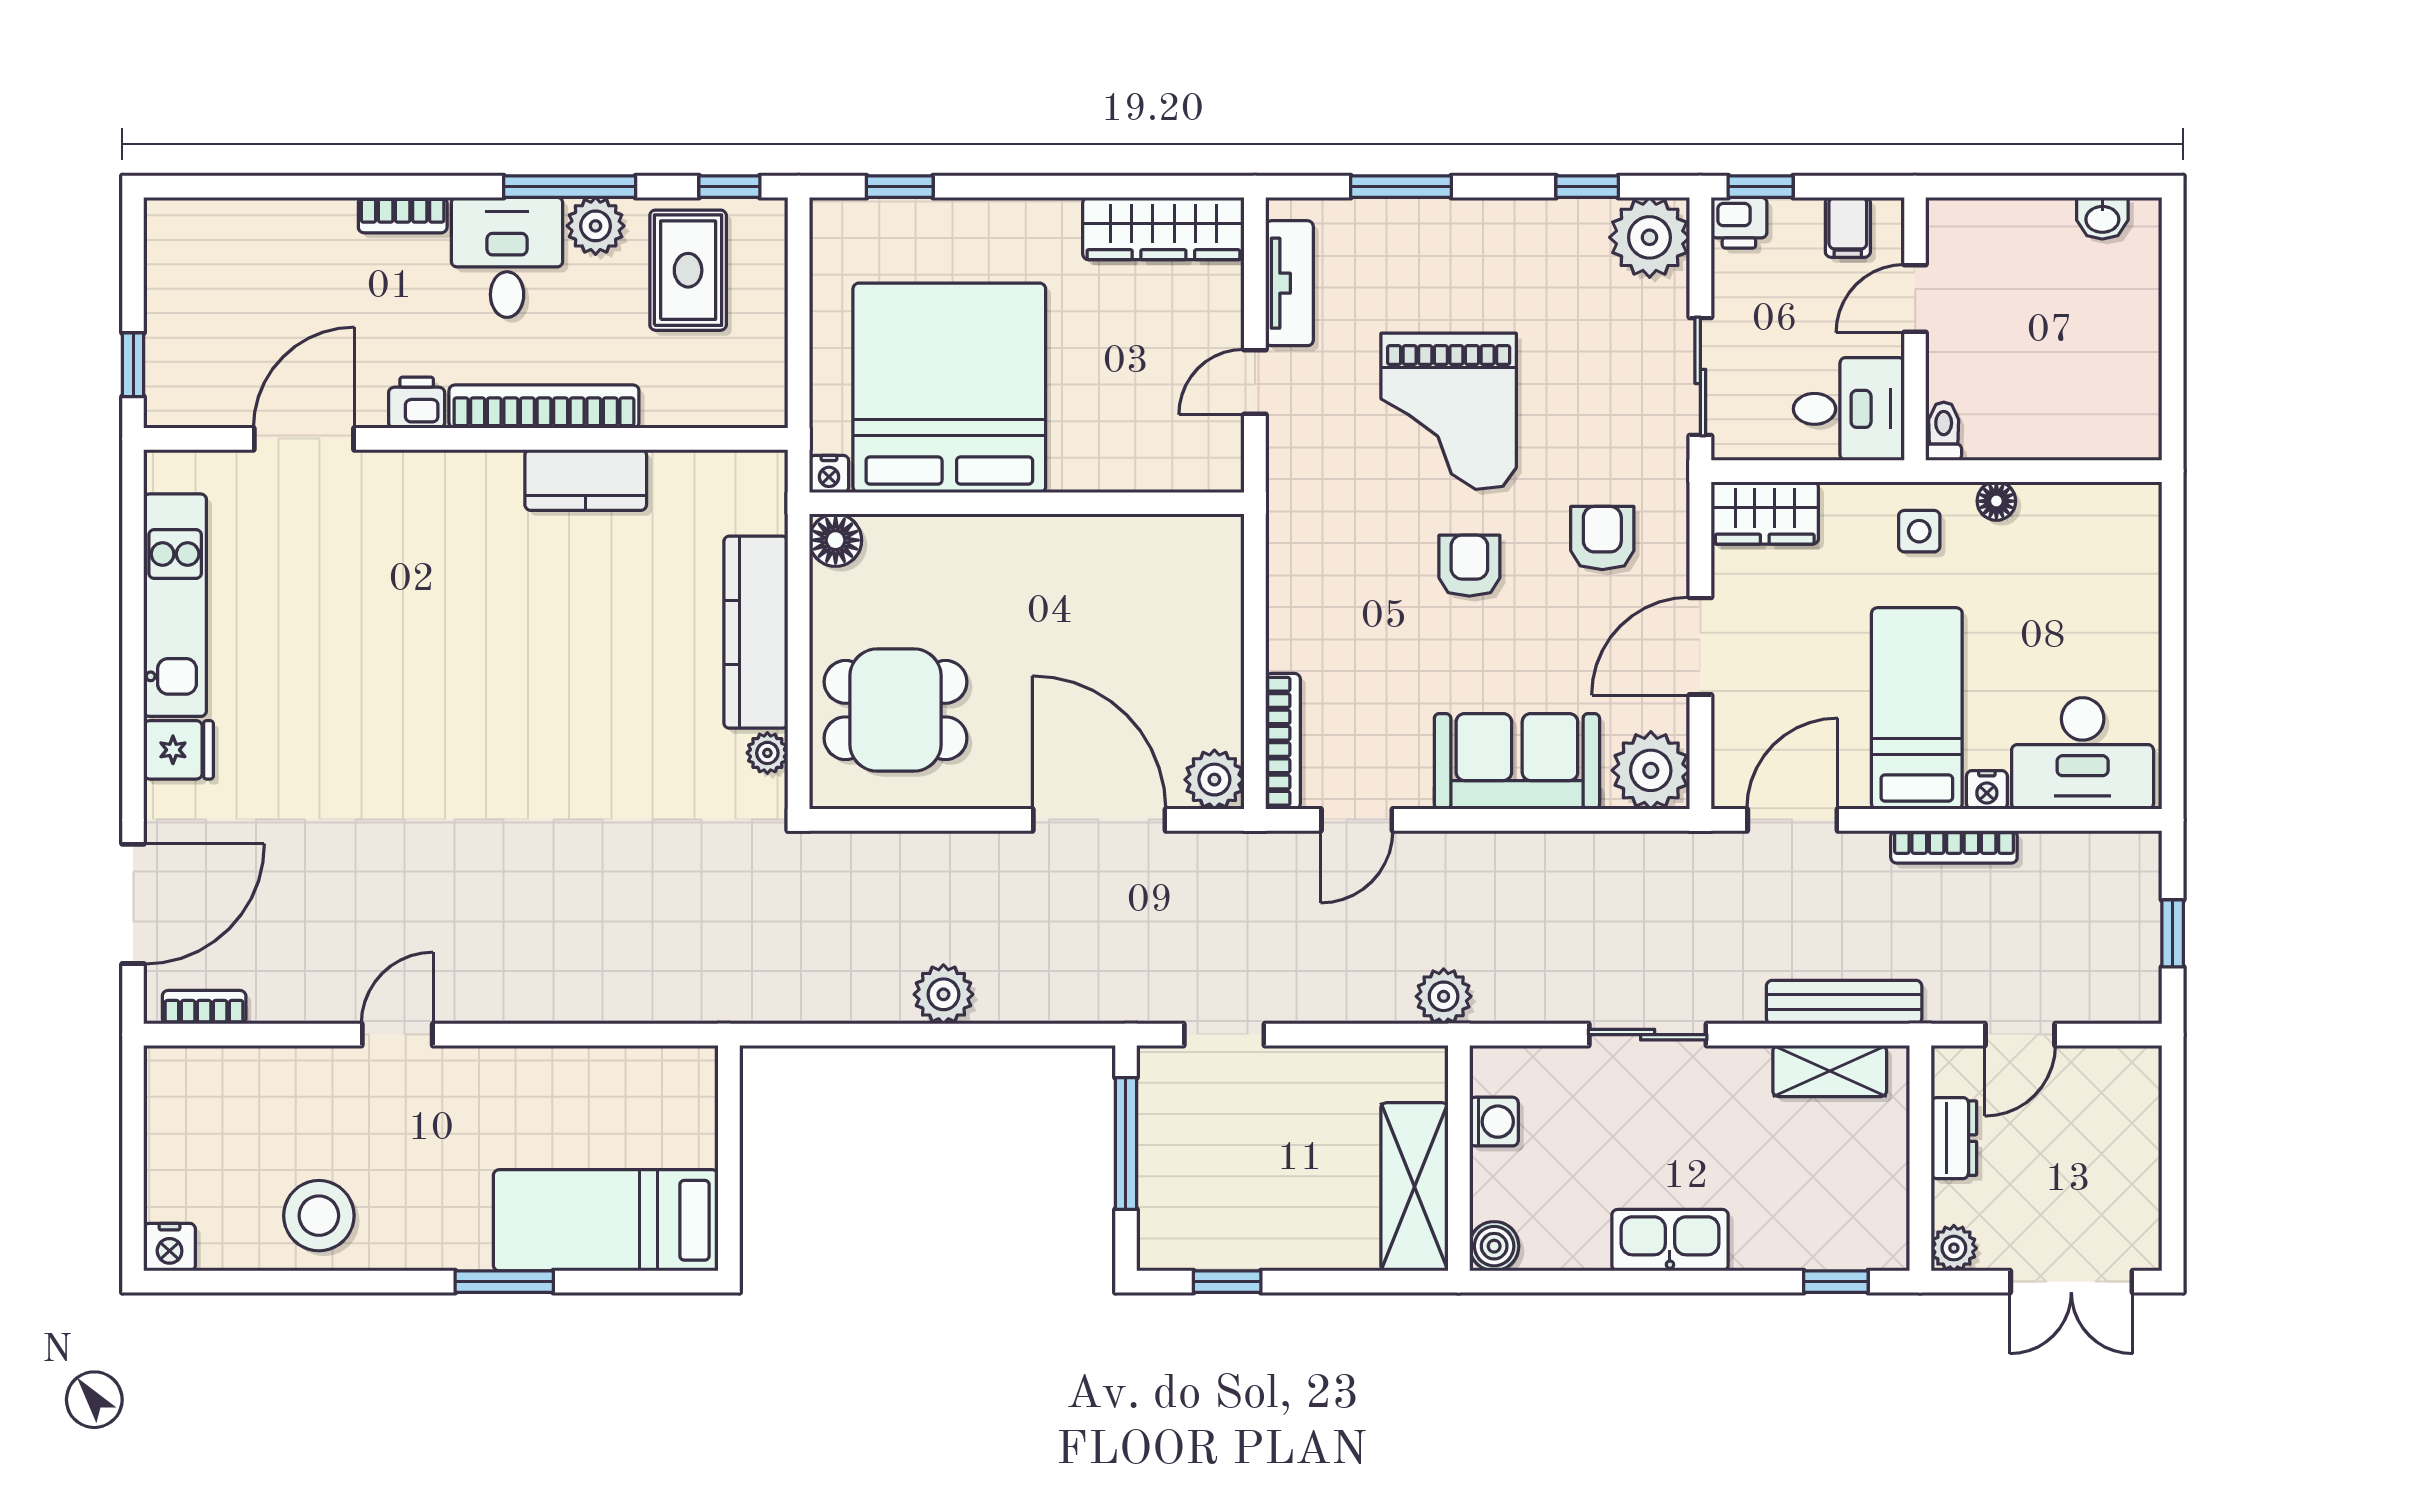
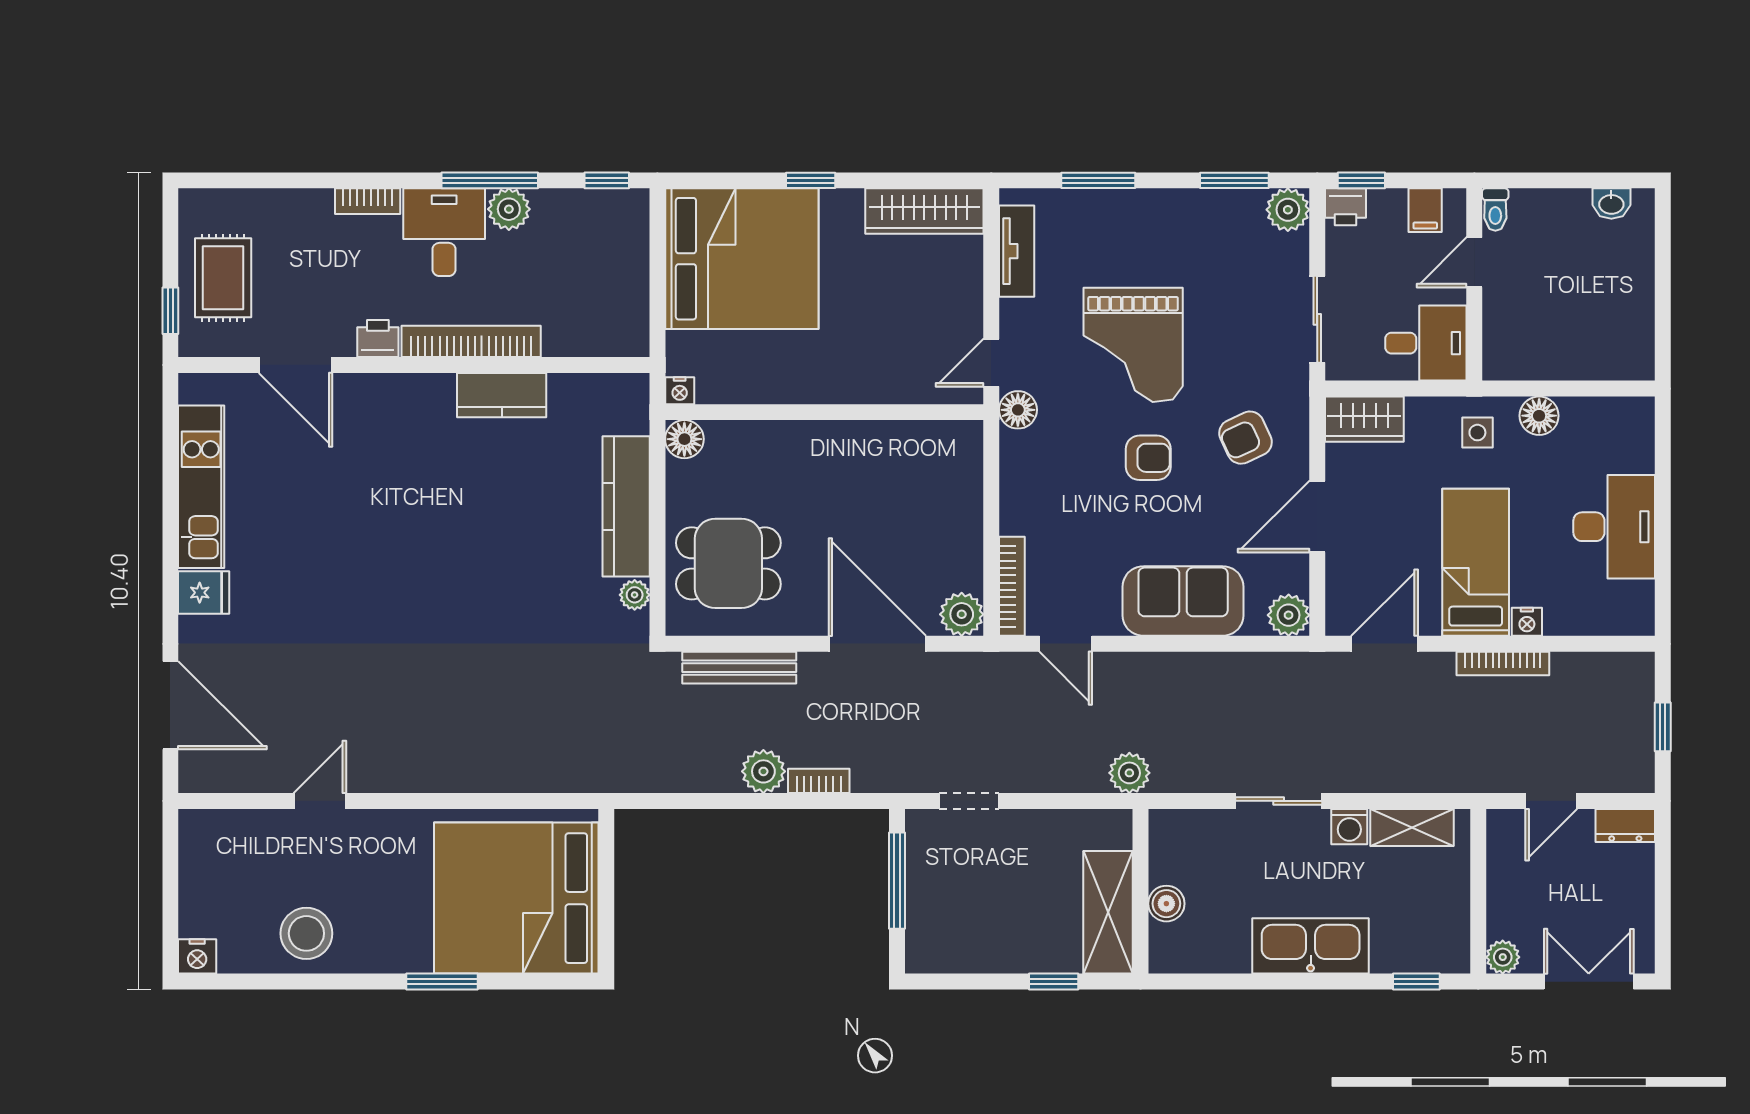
window: (900, 187) -> (811, 180), moved
window: (1587, 187) -> (1234, 180), width x1.50
plant: (1650, 237) -> (1288, 210), width x0.73, depth x0.73
rug: (688, 270) -> (223, 278), moved
door: (1255, 382) -> (991, 363), moved
bed: (949, 388) -> (742, 259), moved, turned 90
toilet: (1944, 431) -> (1495, 210), moved, turned 180
door: (304, 439) -> (295, 365), swing flipped
floor lamp: (1291, 500) -> (1018, 410), added
floor lamp: (1996, 501) -> (1539, 416), width x1.37, depth x1.37
armchair: (1602, 538) -> (1246, 438), turned -115
armchair: (1469, 566) -> (1148, 458), turned 90
desk: (2083, 753) -> (1614, 527), moved, turned -90
plant: (1651, 770) -> (1289, 615), width x0.73, depth x0.73
door: (1357, 820) -> (1066, 644), hinge flipped
door: (133, 904) -> (170, 705), hinge flipped
bench: (1844, 1002) -> (739, 668), moved
bookcase: (204, 1007) -> (819, 781), moved
door: (397, 1035) -> (320, 801), moved
washing machine: (1494, 1122) -> (1349, 827), moved, turned 90
dresser: (1954, 1138) -> (1625, 825), moved, turned 90
bed: (606, 1220) -> (516, 898), width x2.04
kitchen sink: (1670, 1240) -> (1311, 946), width x1.36, depth x1.24
boiler: (1494, 1246) -> (1166, 904), moved
window: (1227, 1282) -> (1054, 982), moved
double door: (2071, 1282) -> (1589, 982), swing flipped

